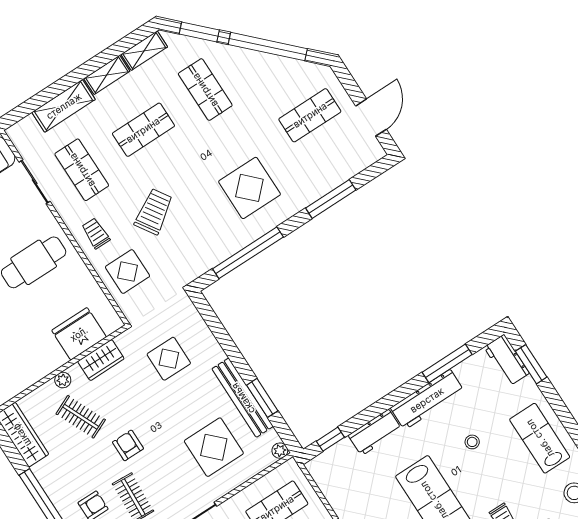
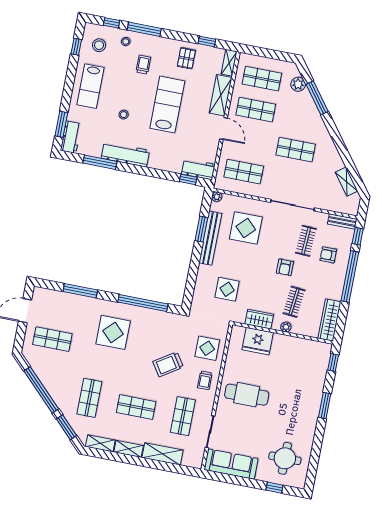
clothes rail: (81, 417) -> (294, 302), turned 30
workbench: (375, 432) -> (198, 169), moved

